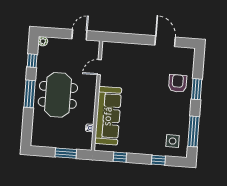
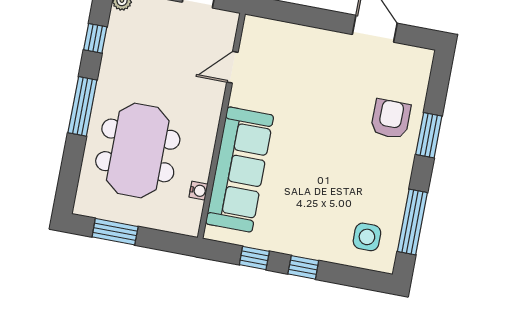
meeting table: (58, 95) -> (138, 150), moved
window: (66, 153) -> (115, 232), moved
window: (158, 160) -> (303, 267), moved

